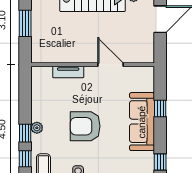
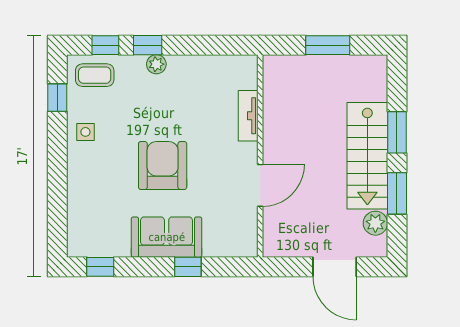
sofa: (142, 122) -> (167, 237), width x0.73
armchair: (85, 126) -> (163, 165), moved

